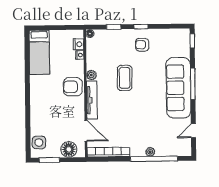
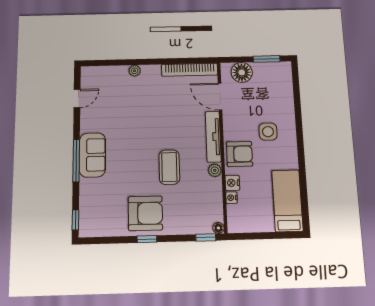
window: (114, 27) -> (206, 237), moved
nightstand: (79, 44) -> (232, 183), moved
armchair: (142, 45) -> (145, 213), width x1.88, depth x1.88
sofa: (178, 88) -> (92, 155), width x0.54, depth x0.79
side table: (39, 143) -> (268, 132), moved
window: (154, 159) -> (130, 62), removed

